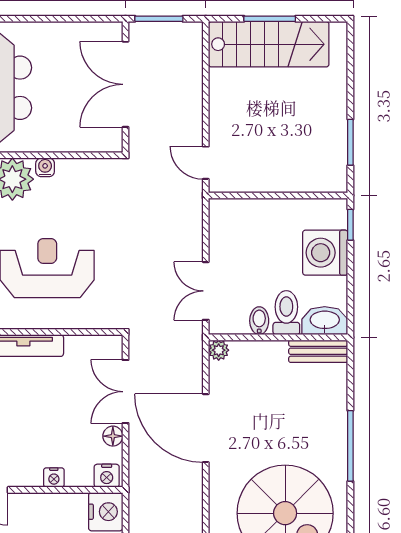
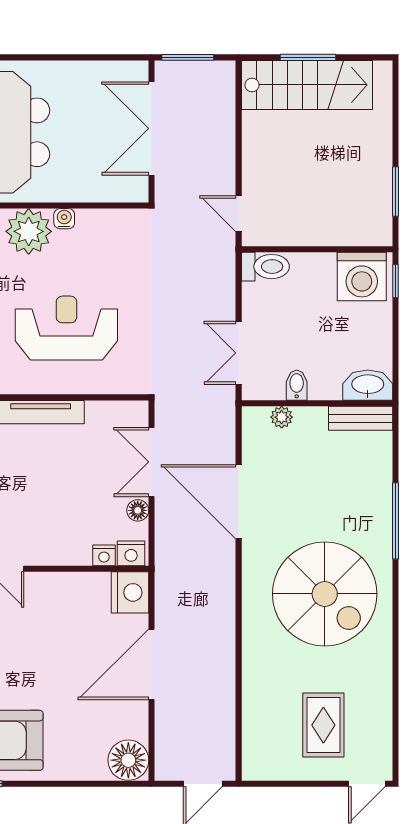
washing machine: (325, 253) -> (362, 277), moved, turned -90
toilet: (286, 313) -> (265, 267), moved, turned 90
plant: (219, 350) -> (282, 417), moved
nightstand: (54, 477) -> (104, 555), moved

